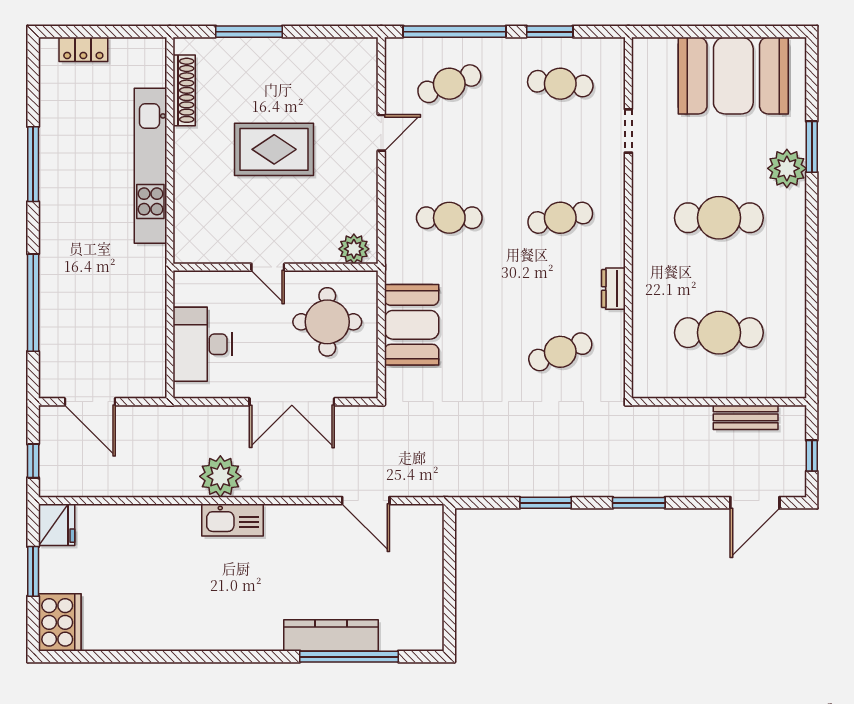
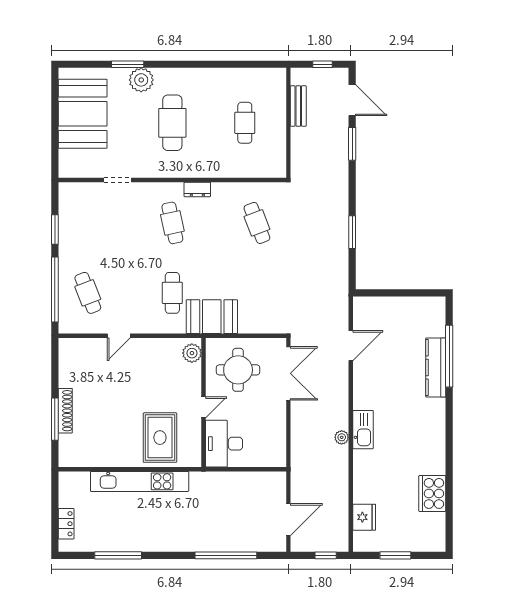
cafe table: (560, 84) -> (88, 223), removed
shoe rack: (184, 90) -> (65, 411), moved, turned 90
door: (381, 133) -> (119, 336), swing flipped
rug: (274, 149) -> (160, 438), moved
window: (33, 164) -> (118, 555), moved
dresser: (613, 289) -> (197, 189), moved
booth: (412, 325) -> (212, 317), moved
cafe table: (719, 333) -> (245, 123), width x0.73, depth x0.74
desk: (202, 344) -> (224, 444), moved, turned 90
double door: (292, 402) -> (288, 373), moved
plant: (220, 476) -> (342, 437), width x0.53, depth x0.53
window: (639, 503) -> (352, 144), moved
fridge: (57, 525) -> (364, 517), moved, turned 90
cooker: (60, 622) -> (432, 493), moved, turned -90

